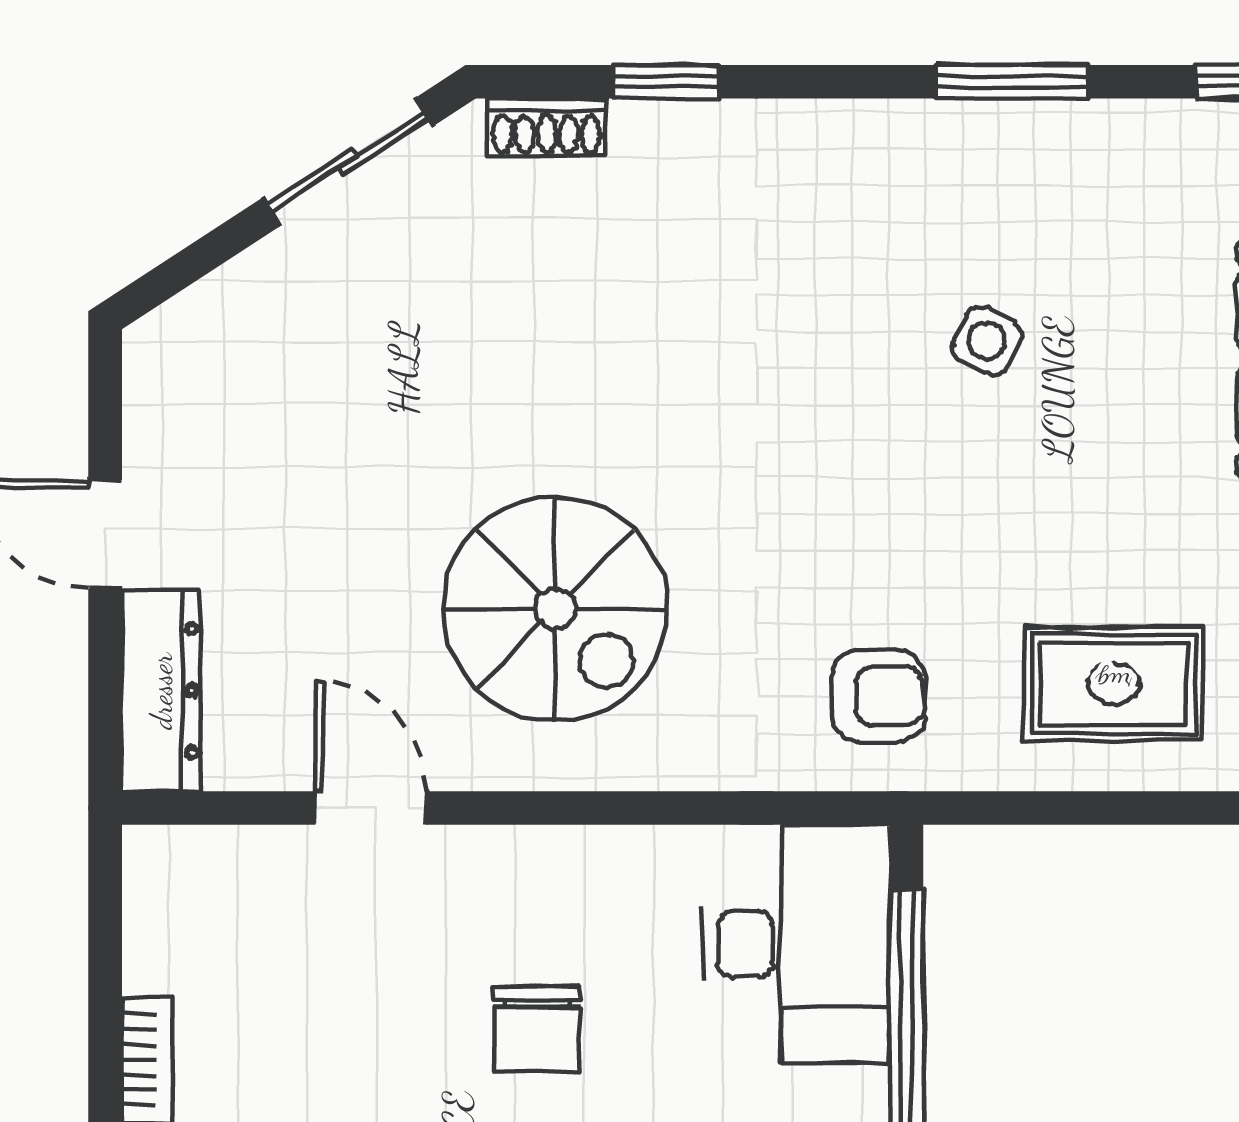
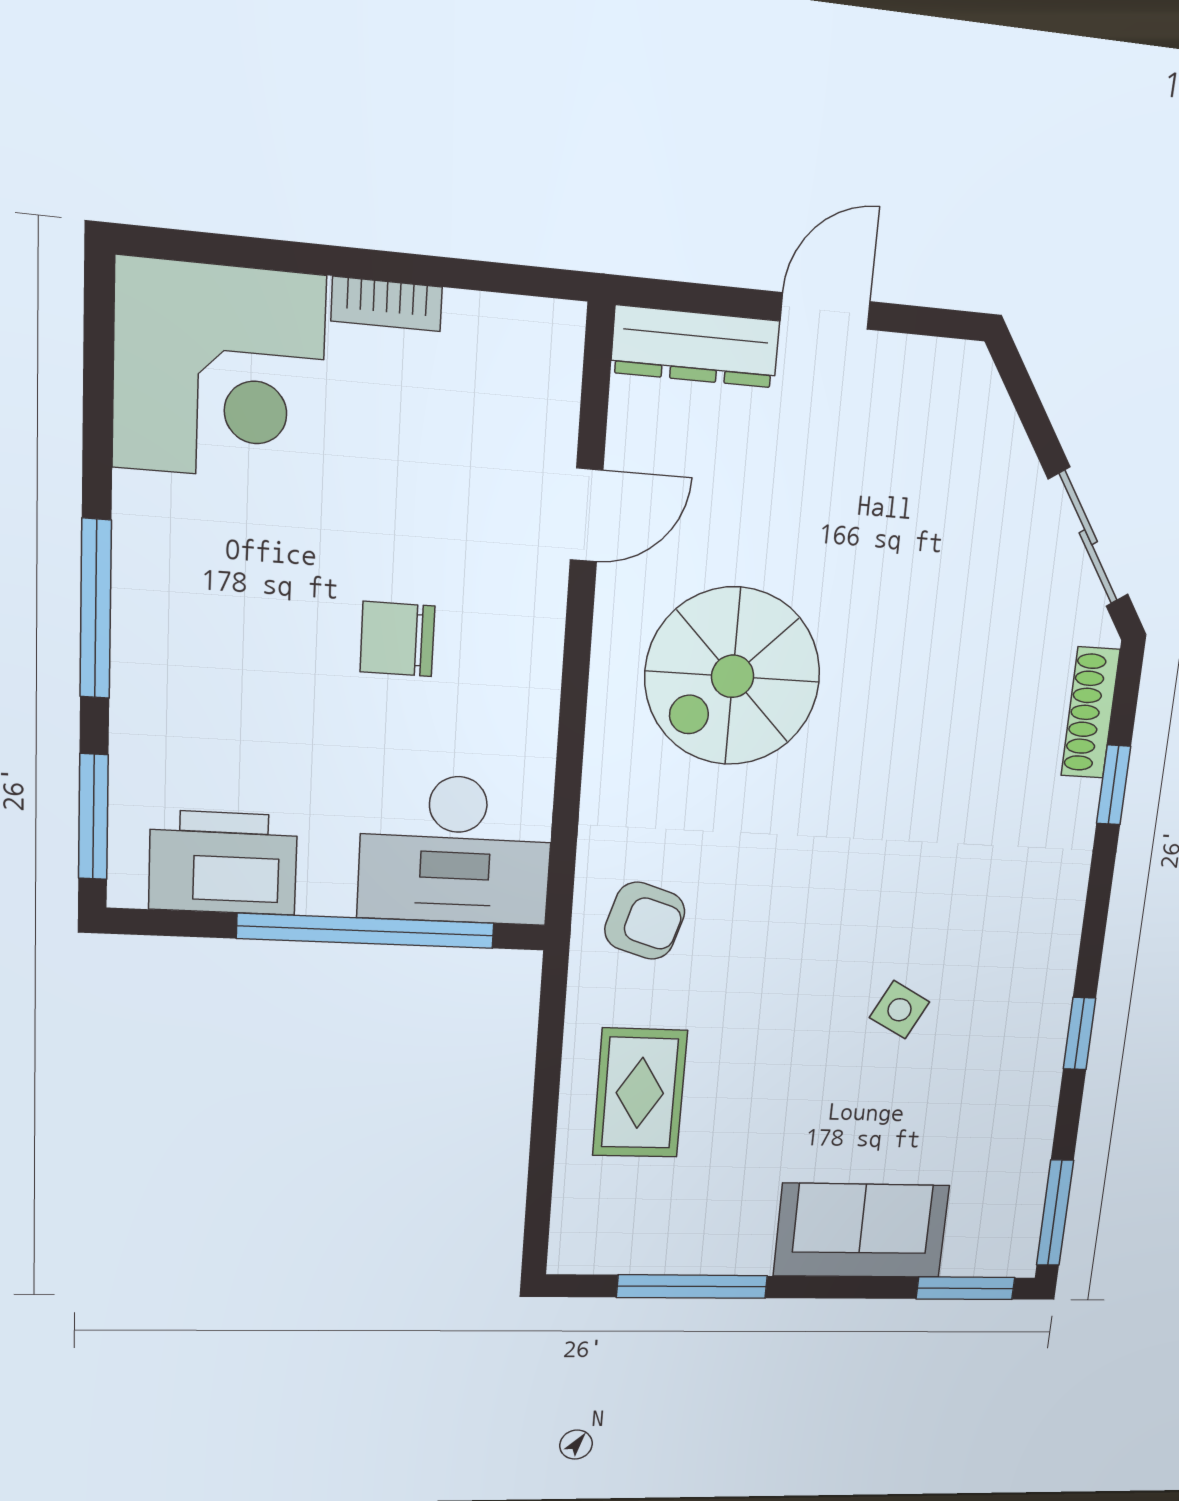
window: (1012, 82) -> (1079, 1034), width x0.67
shoe rack: (547, 127) -> (1090, 713), width x1.43
armchair: (878, 696) -> (645, 921), turned -73

